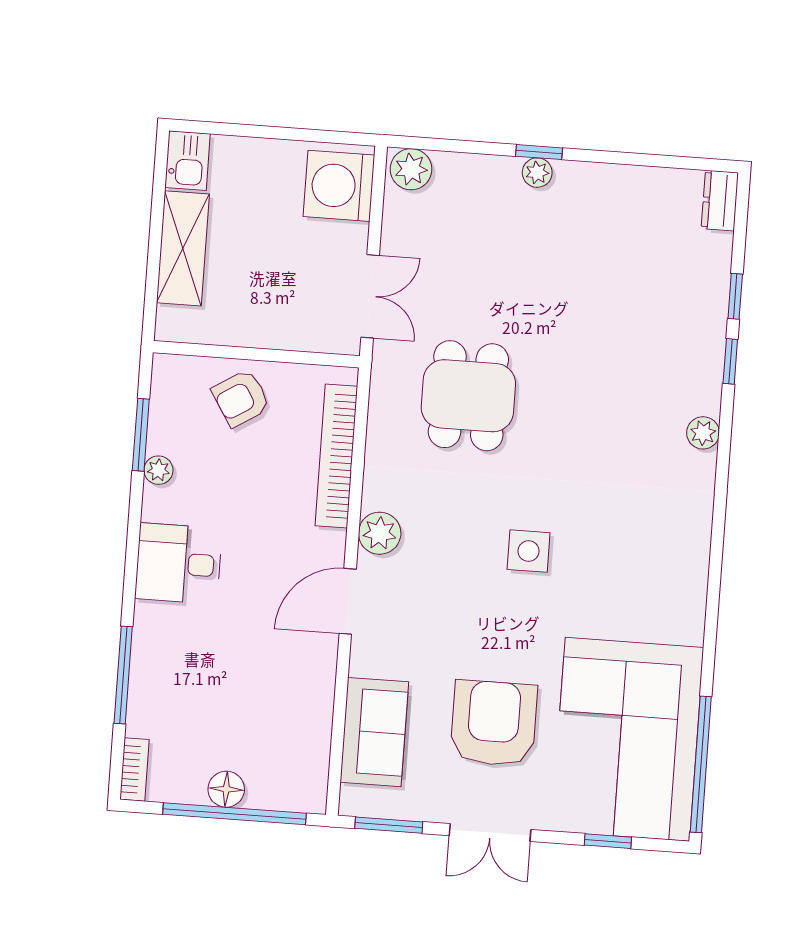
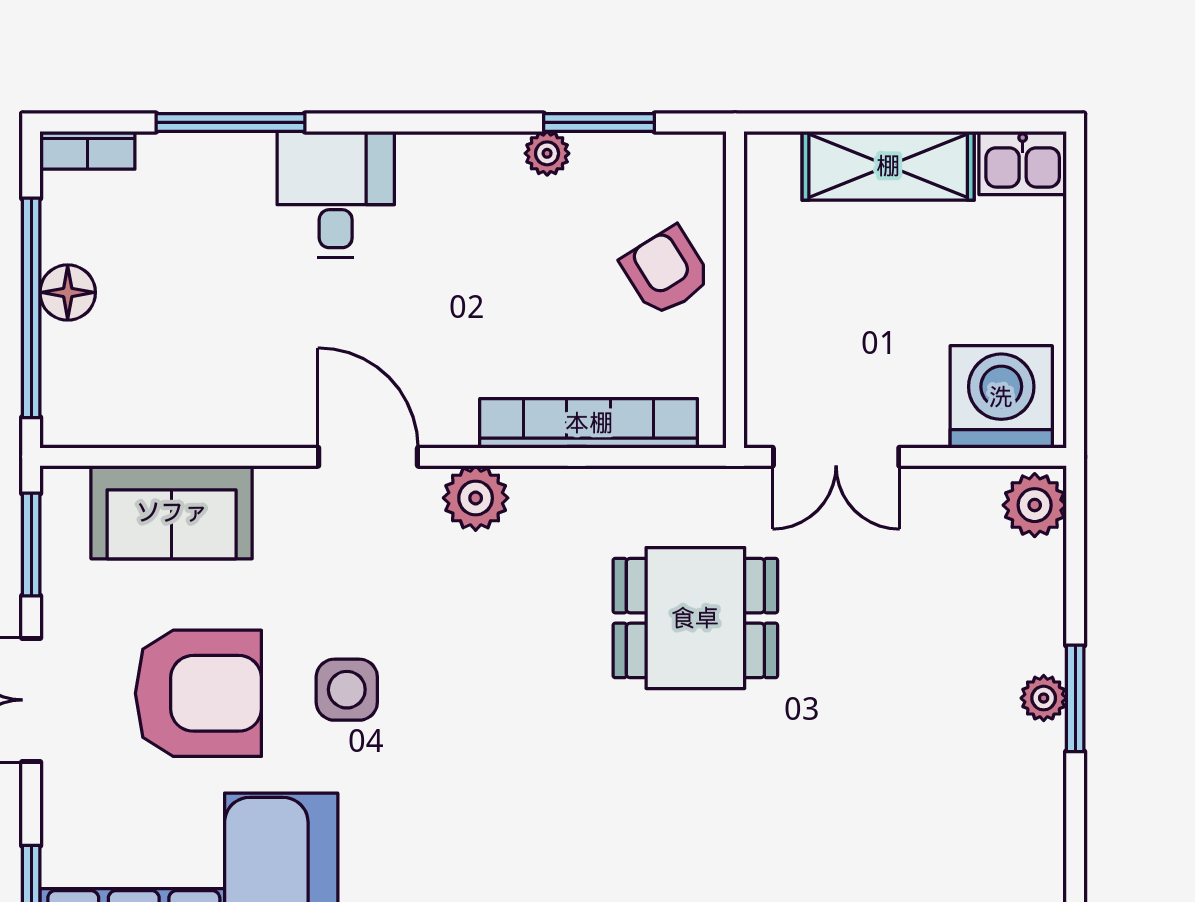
window: (539, 152) -> (1075, 698), width x1.50
side table: (529, 551) -> (347, 690), moved
desk: (179, 564) -> (336, 195), moved

